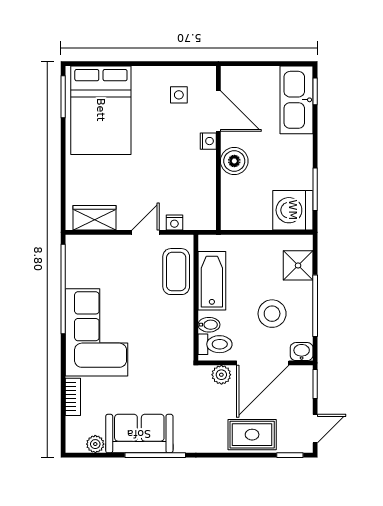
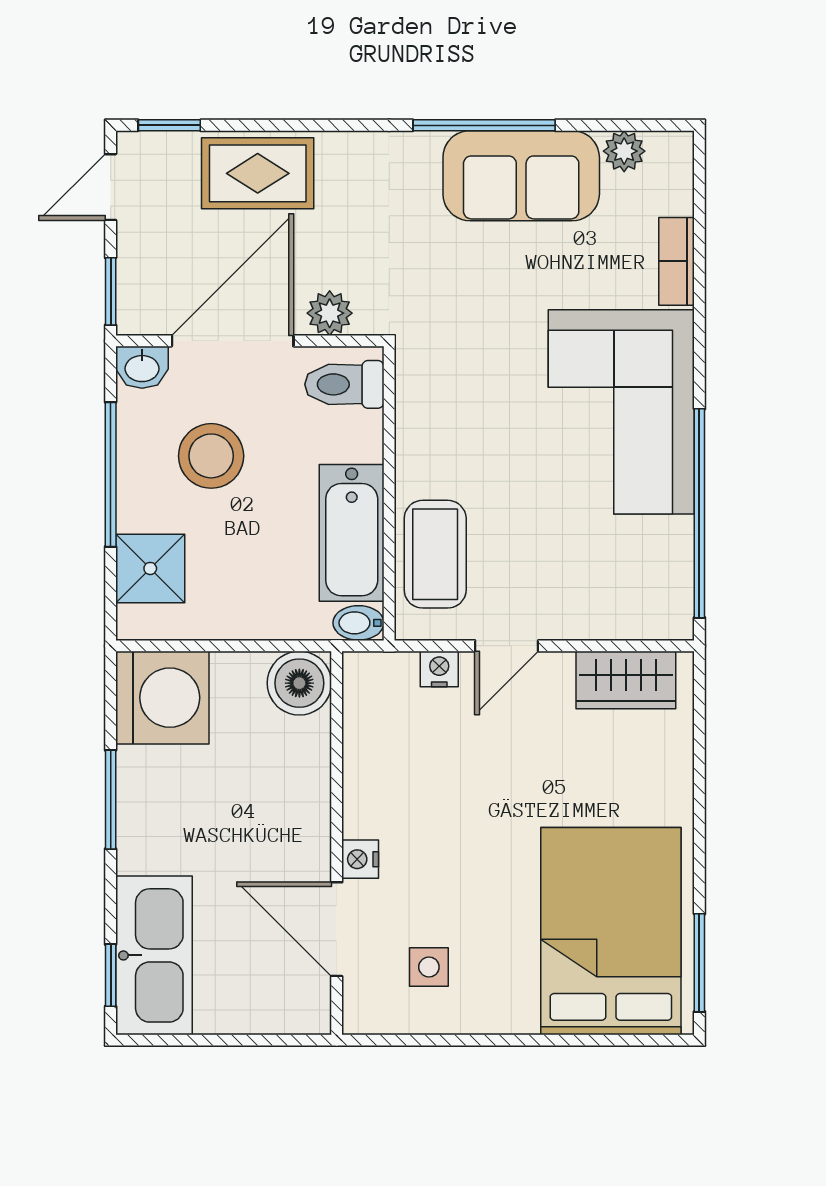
boiler: (234, 161) -> (299, 683), moved
window: (315, 189) -> (111, 800), moved
bidet: (209, 325) -> (359, 623), moved

